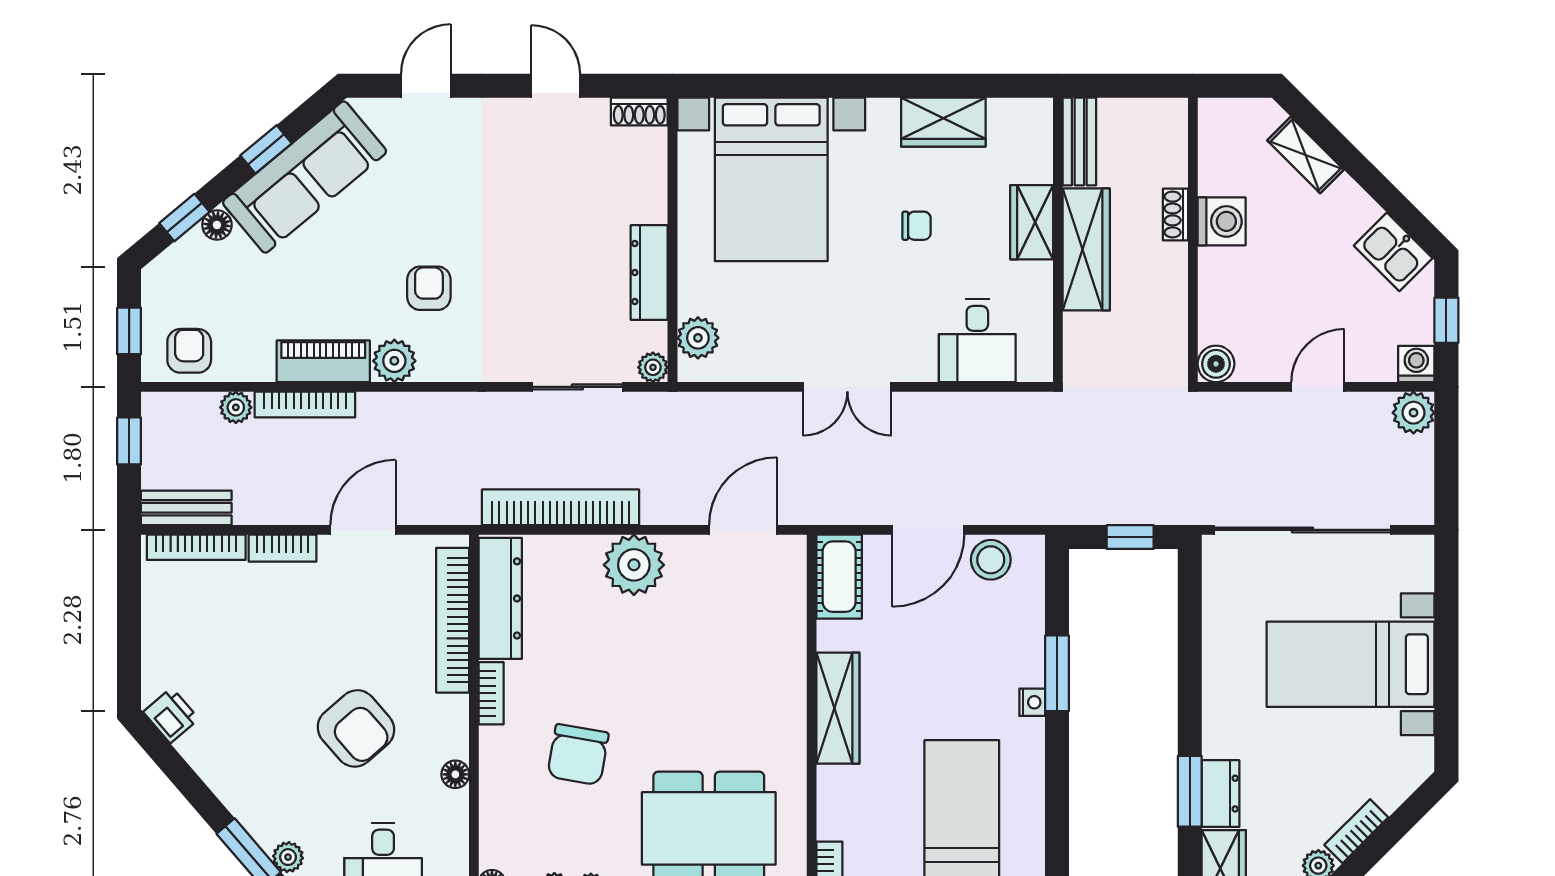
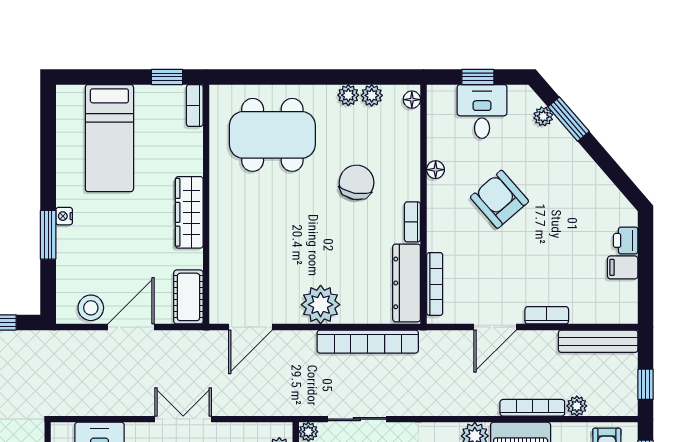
bench: (186, 508) -> (598, 341), width x1.36
bookcase: (196, 547) -> (602, 316), removed
bookcase: (453, 620) -> (435, 284), width x0.68, depth x0.76
filing cabinet: (165, 623) -> (623, 267), added
printer: (171, 715) -> (626, 240), moved, turned 41

